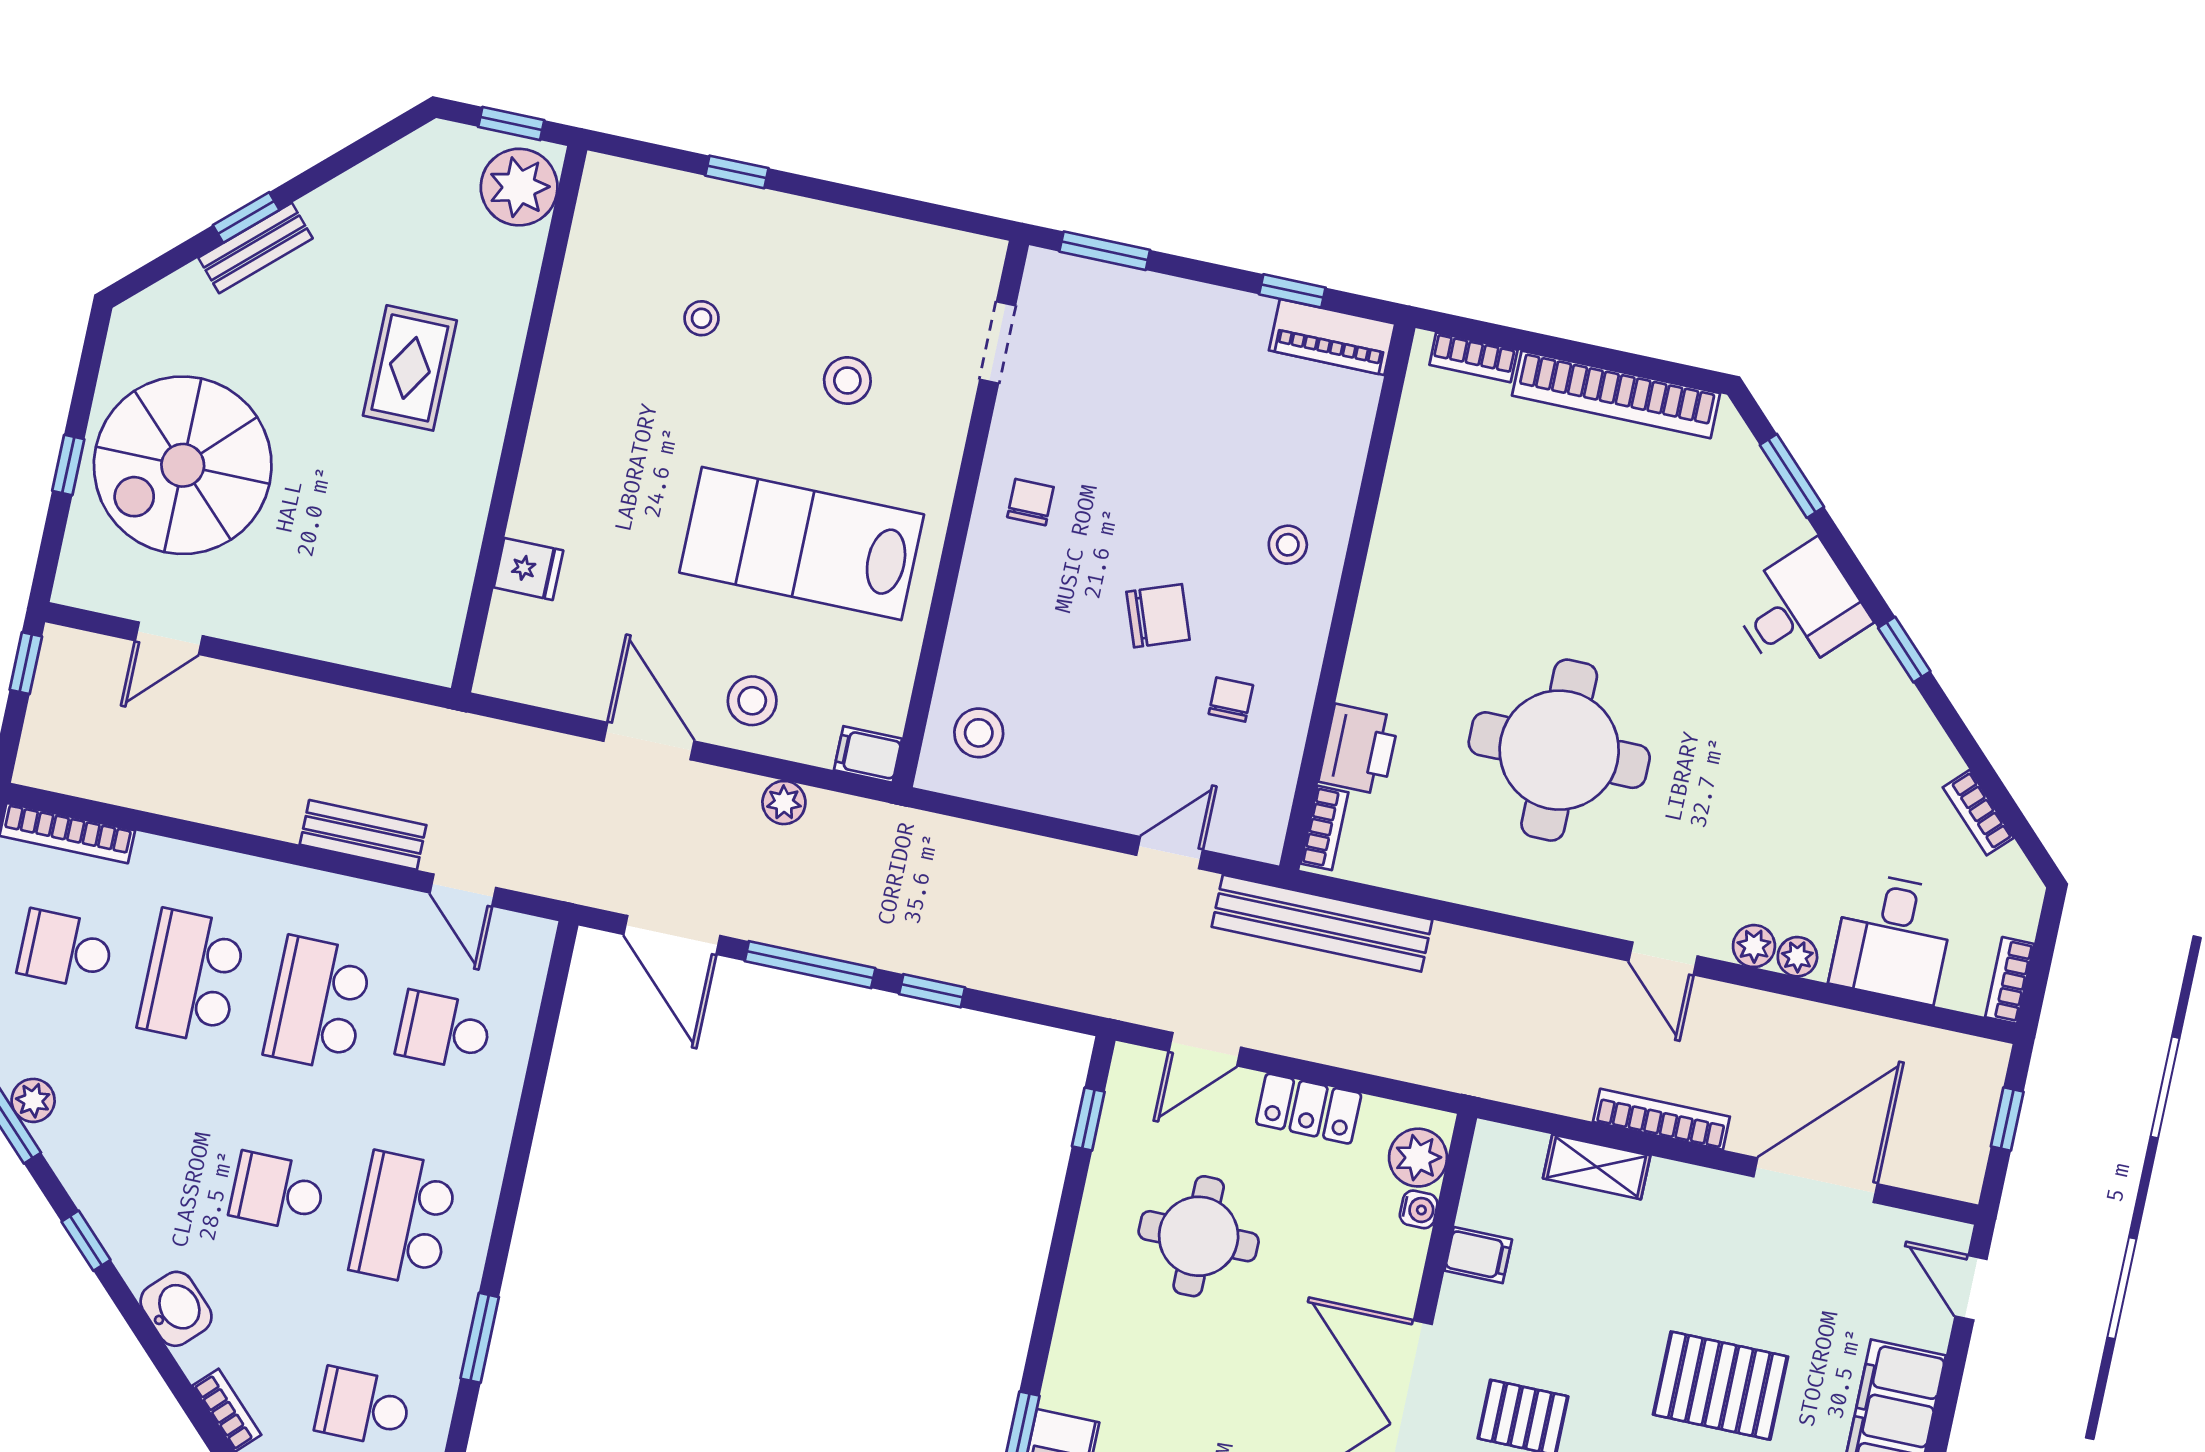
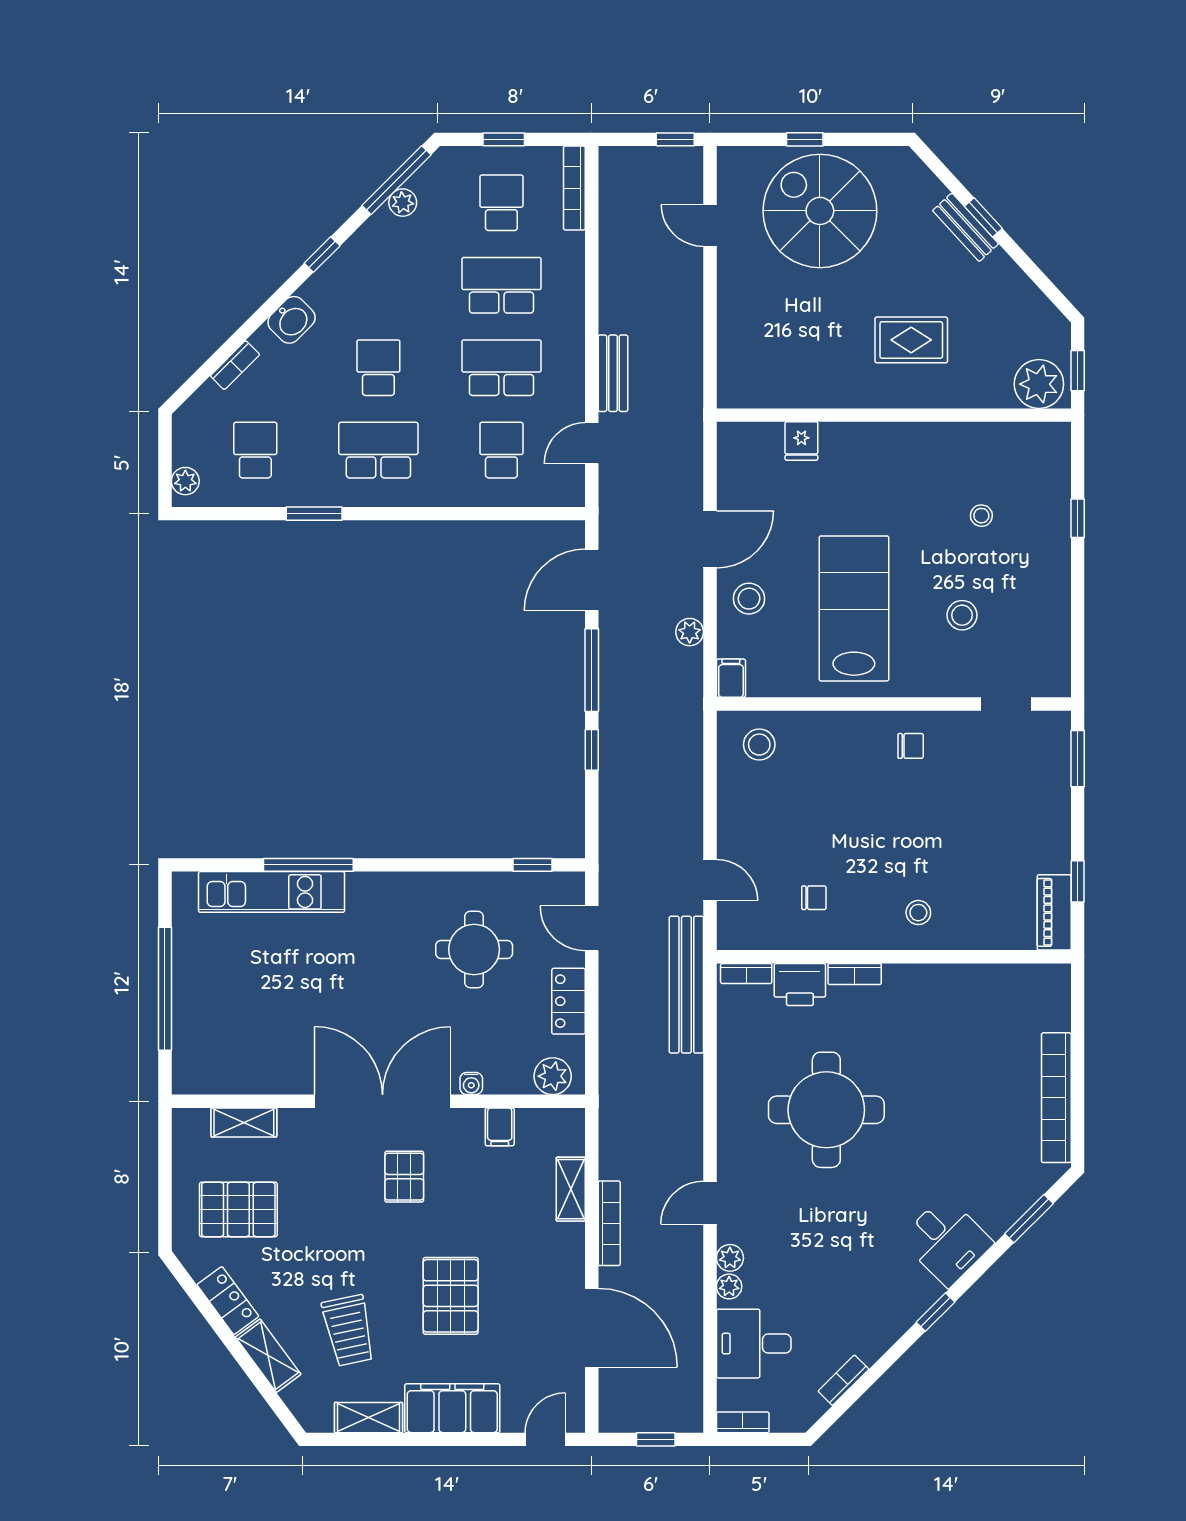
bookcase: (1473, 357) -> (855, 974), moved, turned -90
chair: (1158, 616) -> (857, 841), removed
water cooler: (1419, 1209) -> (471, 1083), moved

